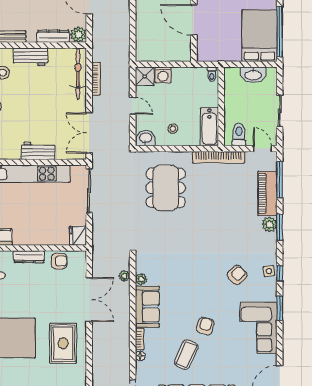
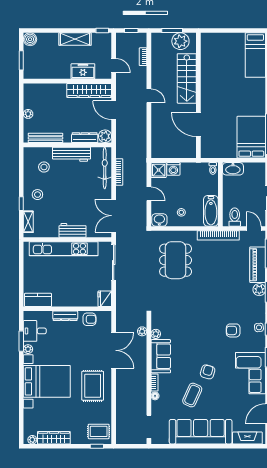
workbench: (30, 57) -> (71, 154), width x1.38
washbasin: (253, 75) -> (233, 169), moved
armchair: (237, 275) -> (233, 330), turned -137

